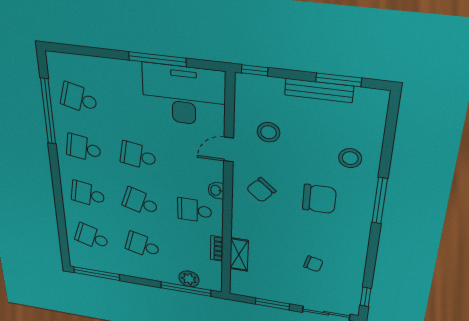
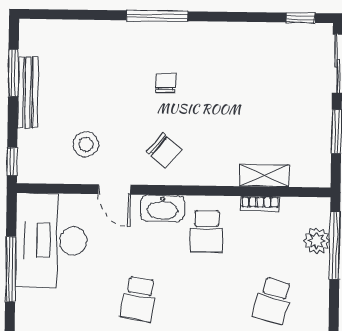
stool: (350, 158) -> (106, 53), removed
washbasin: (216, 190) -> (162, 208), width x1.91, depth x1.45
chair: (319, 199) -> (166, 83), width x0.54, depth x0.54
school desk: (140, 202) -> (206, 300), removed
chair: (313, 264) -> (261, 84), removed

